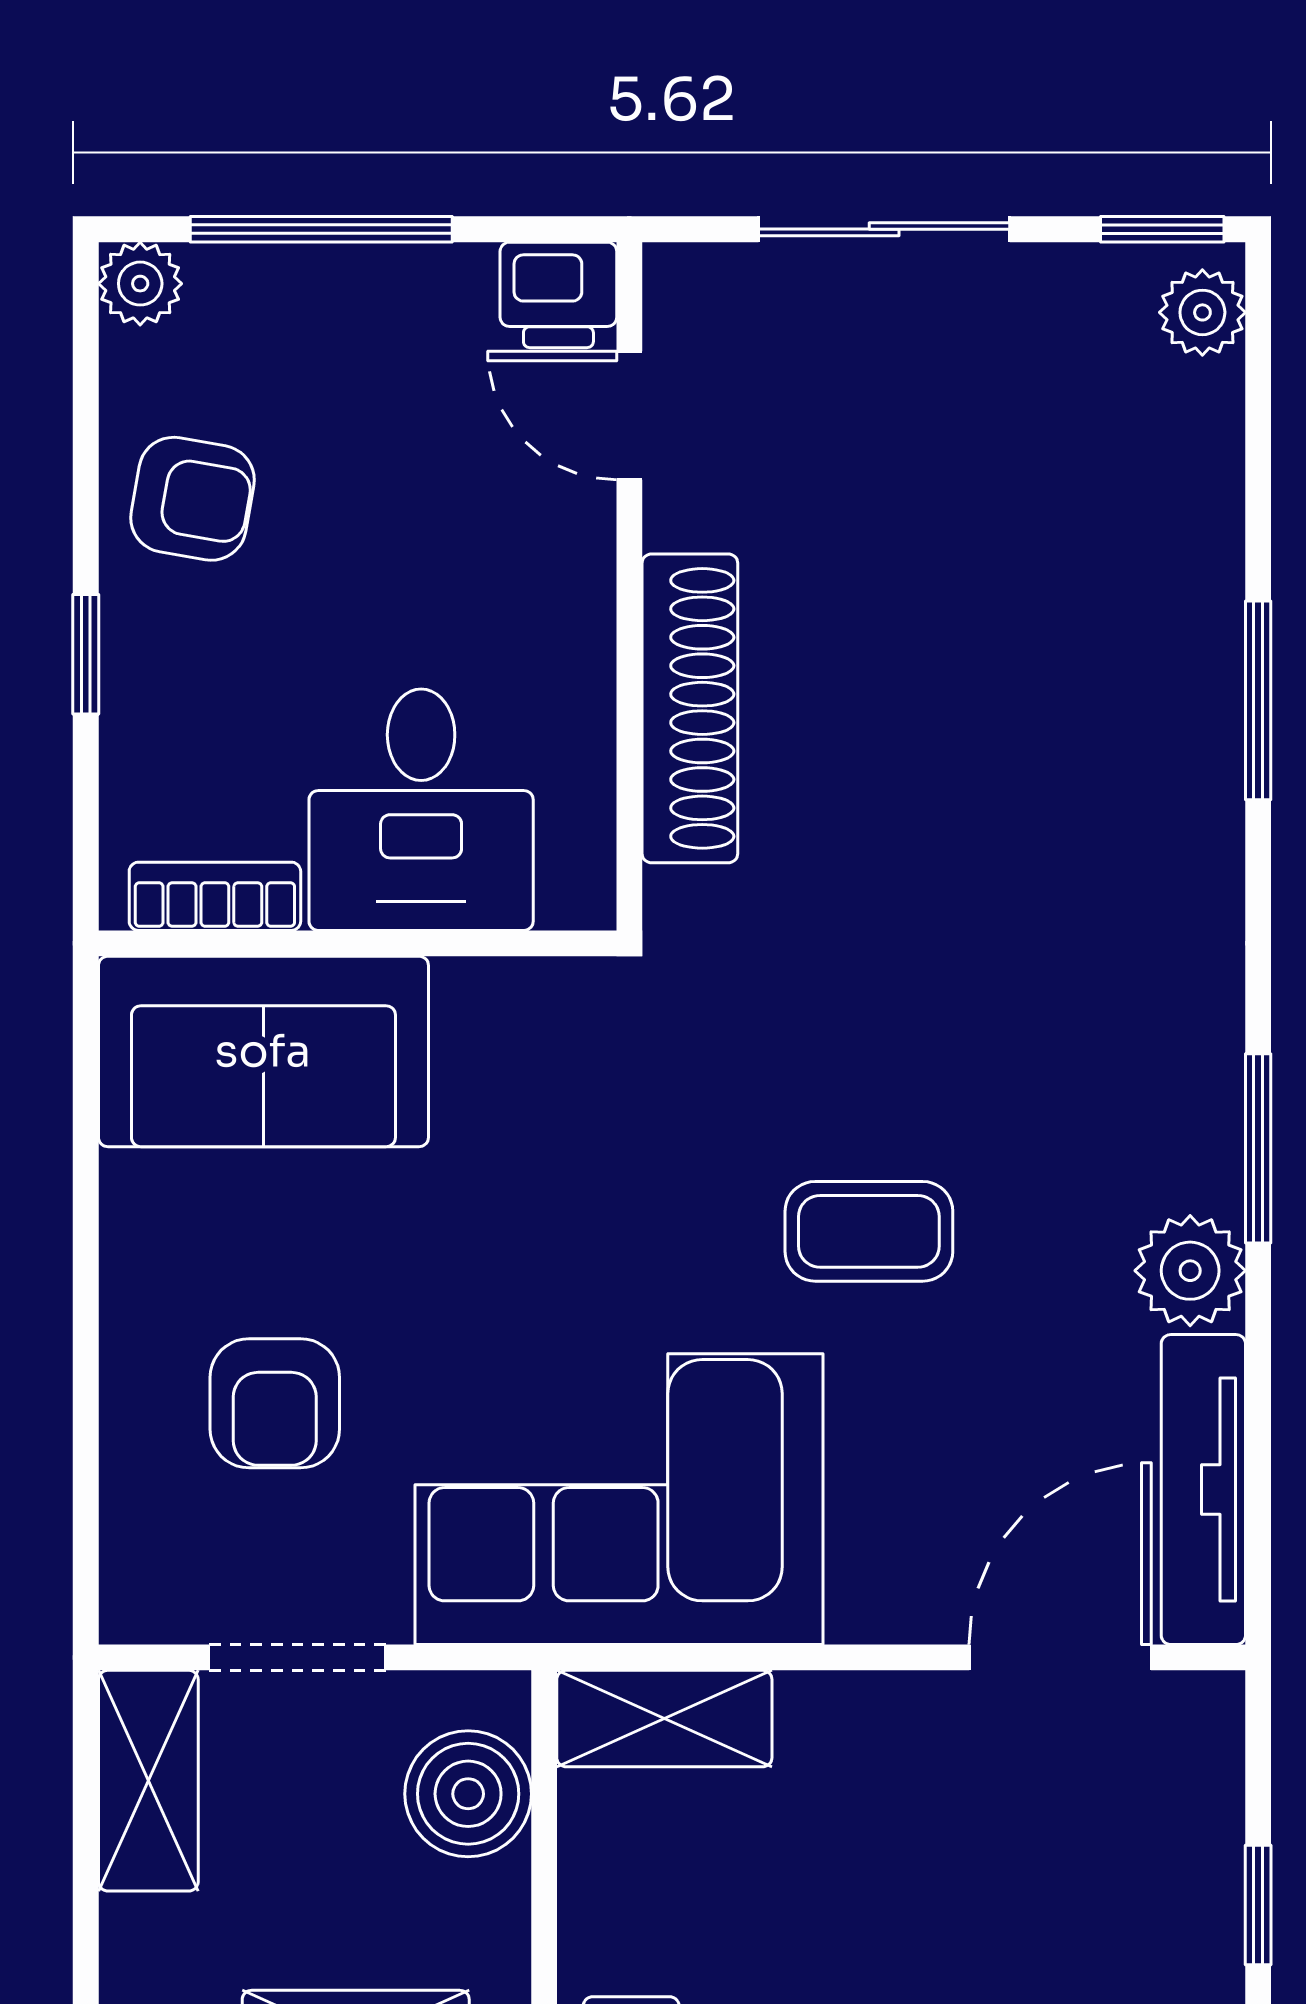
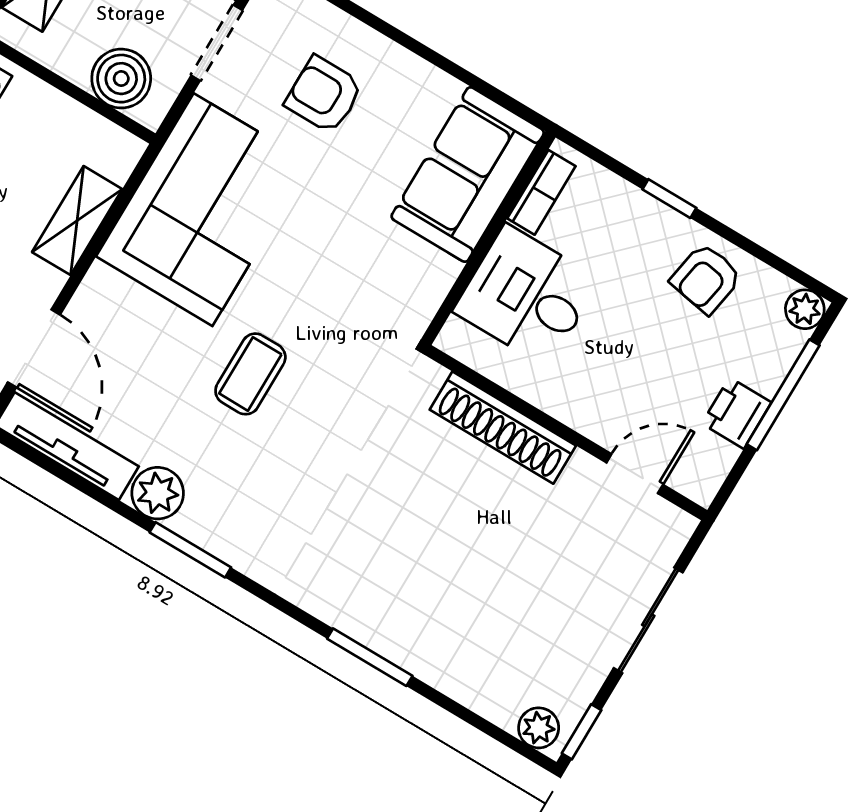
printer: (558, 295) -> (737, 413), moved
shelving: (664, 1719) -> (77, 221), moved

